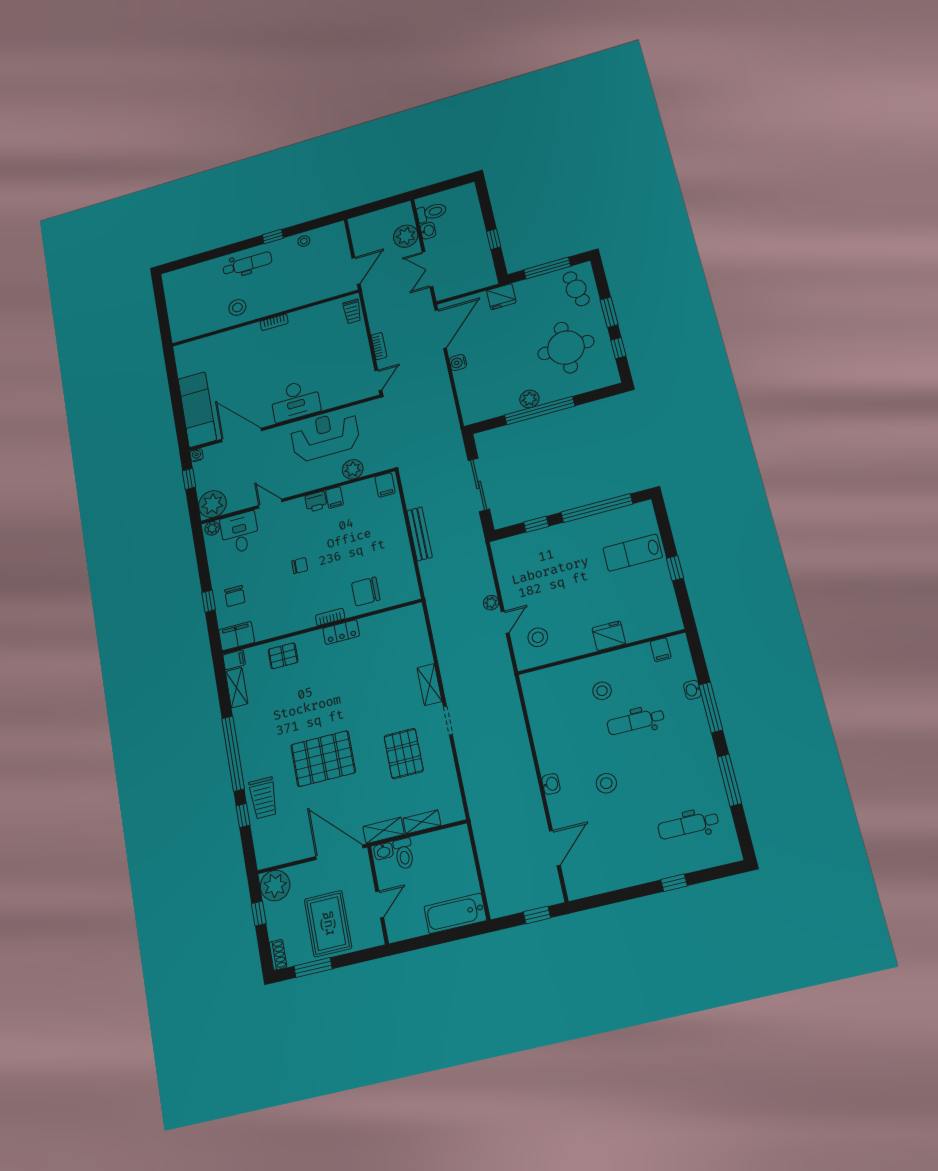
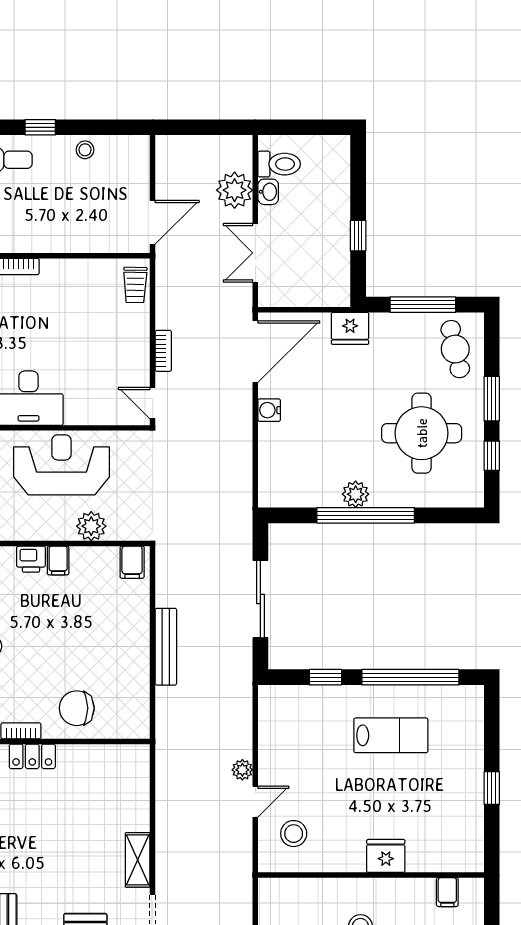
door: (378, 380) -> (153, 403), swing flipped
lab bench: (633, 553) -> (391, 735), moved, turned 180

